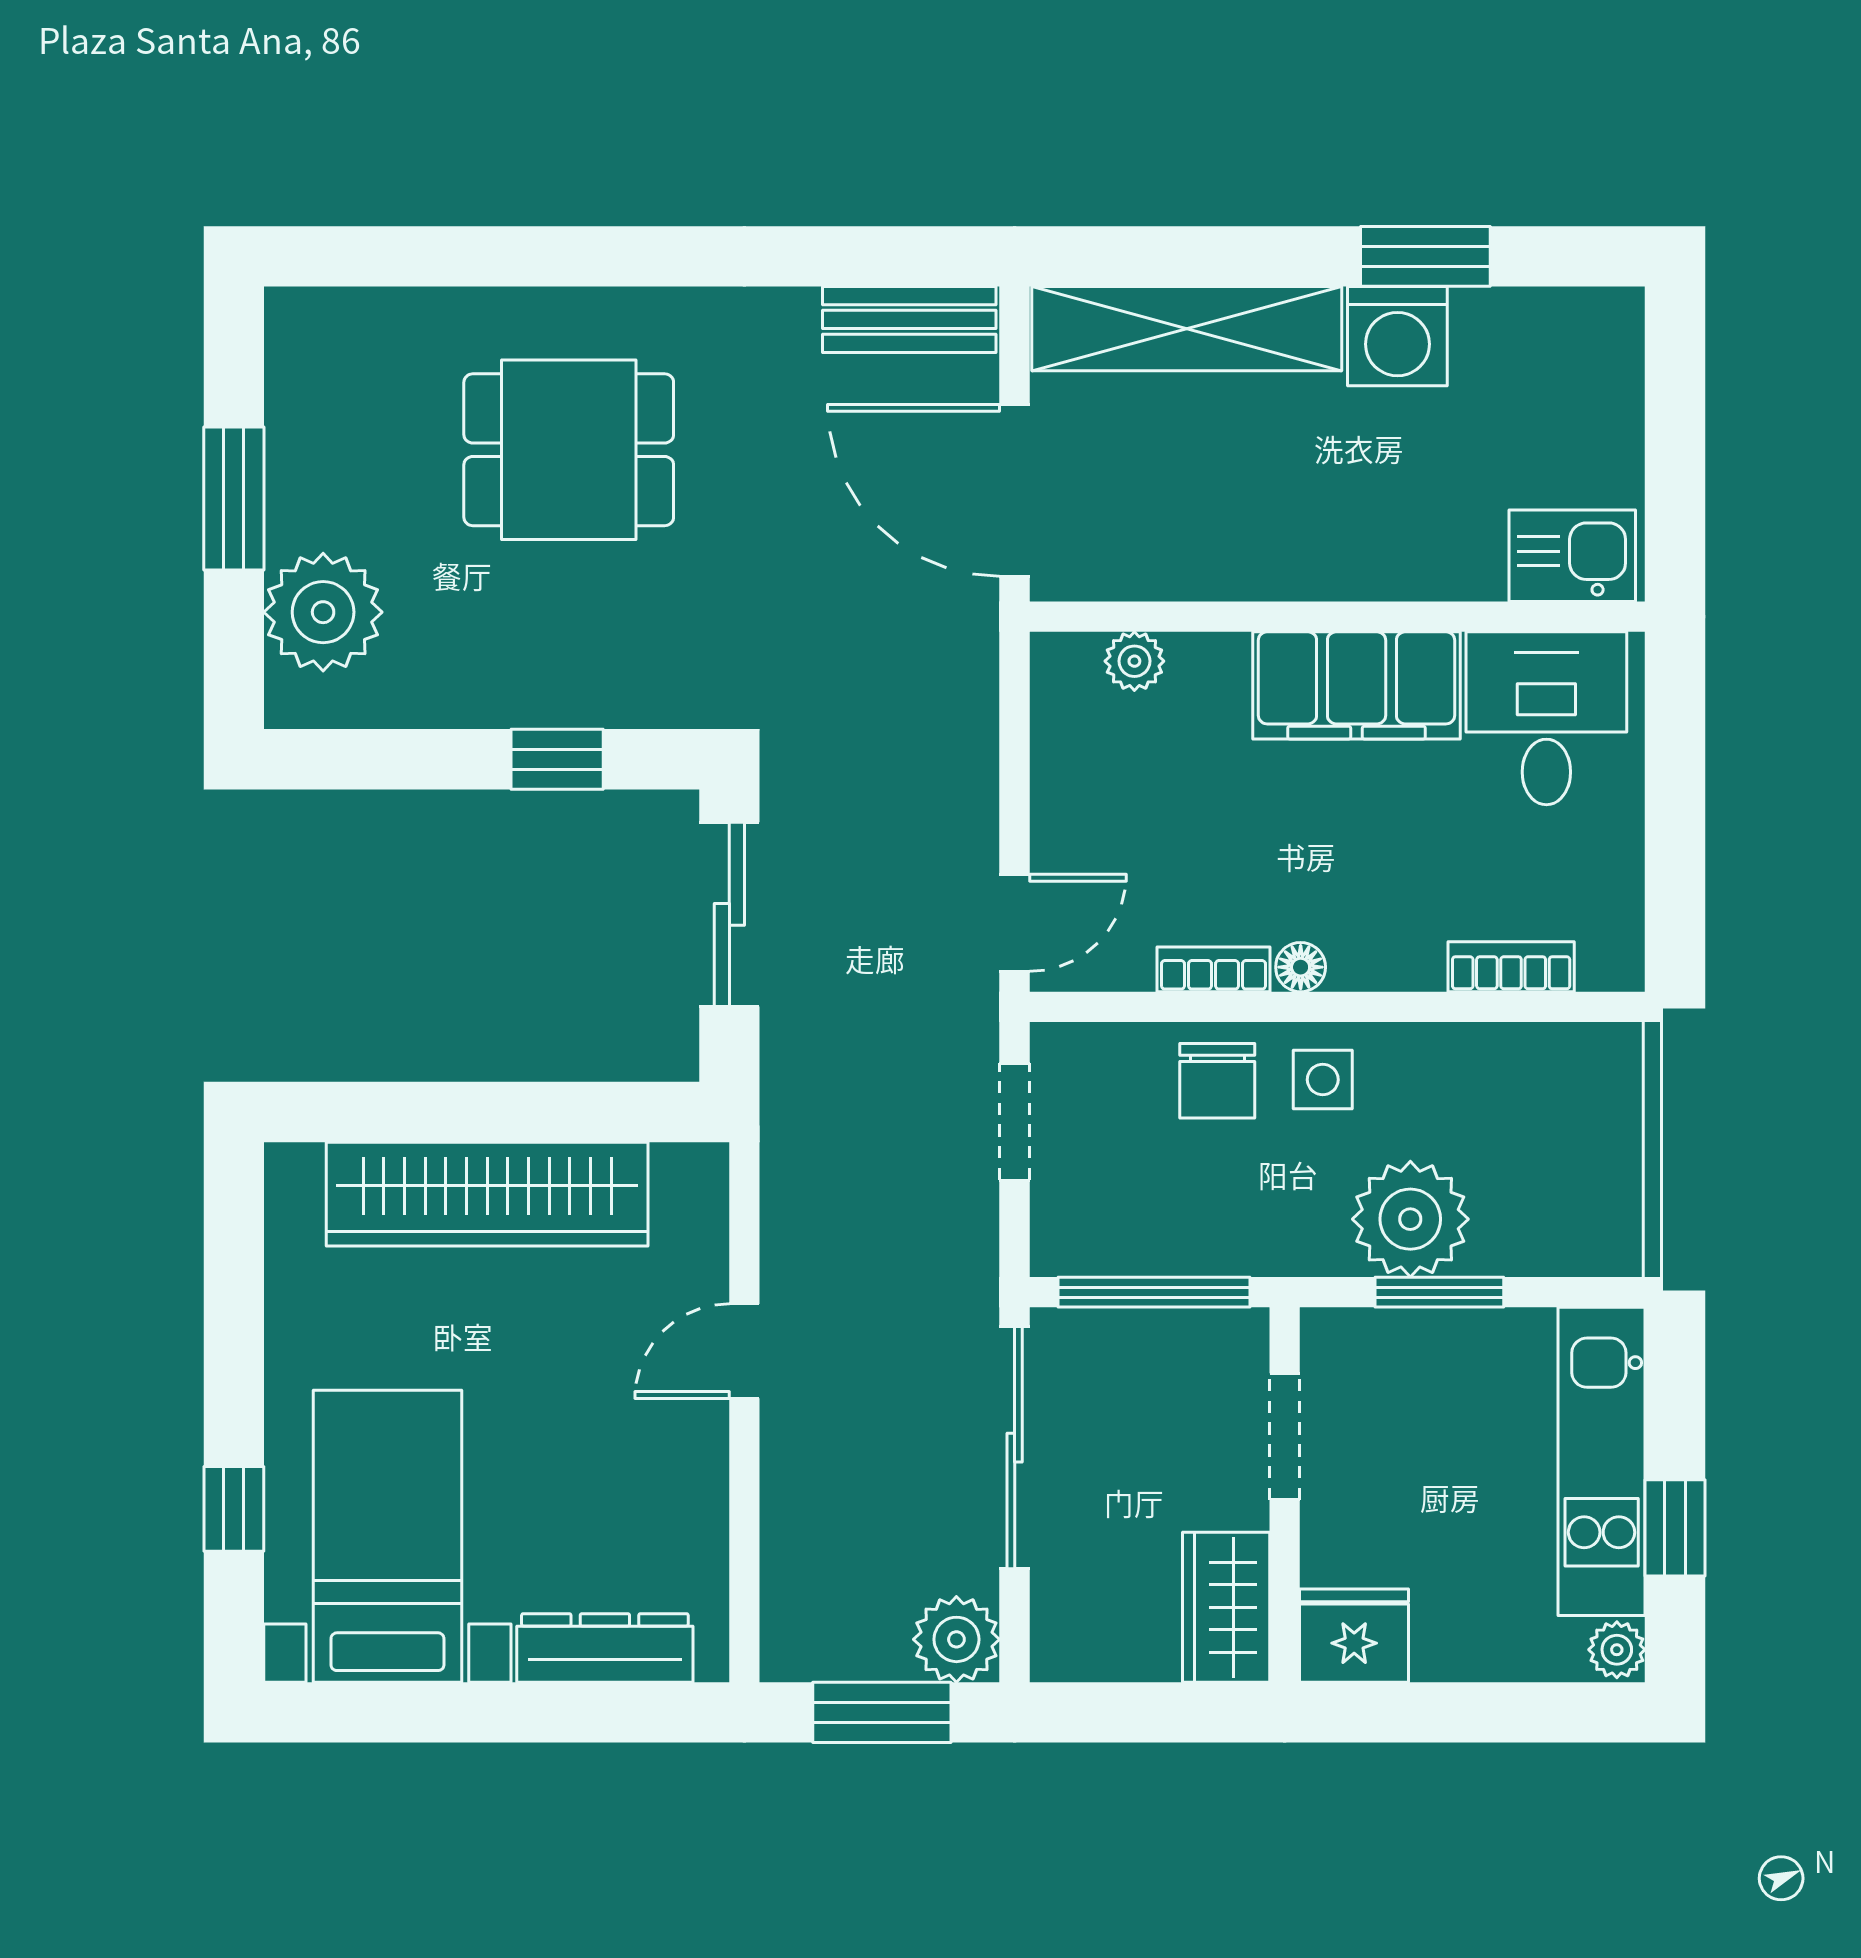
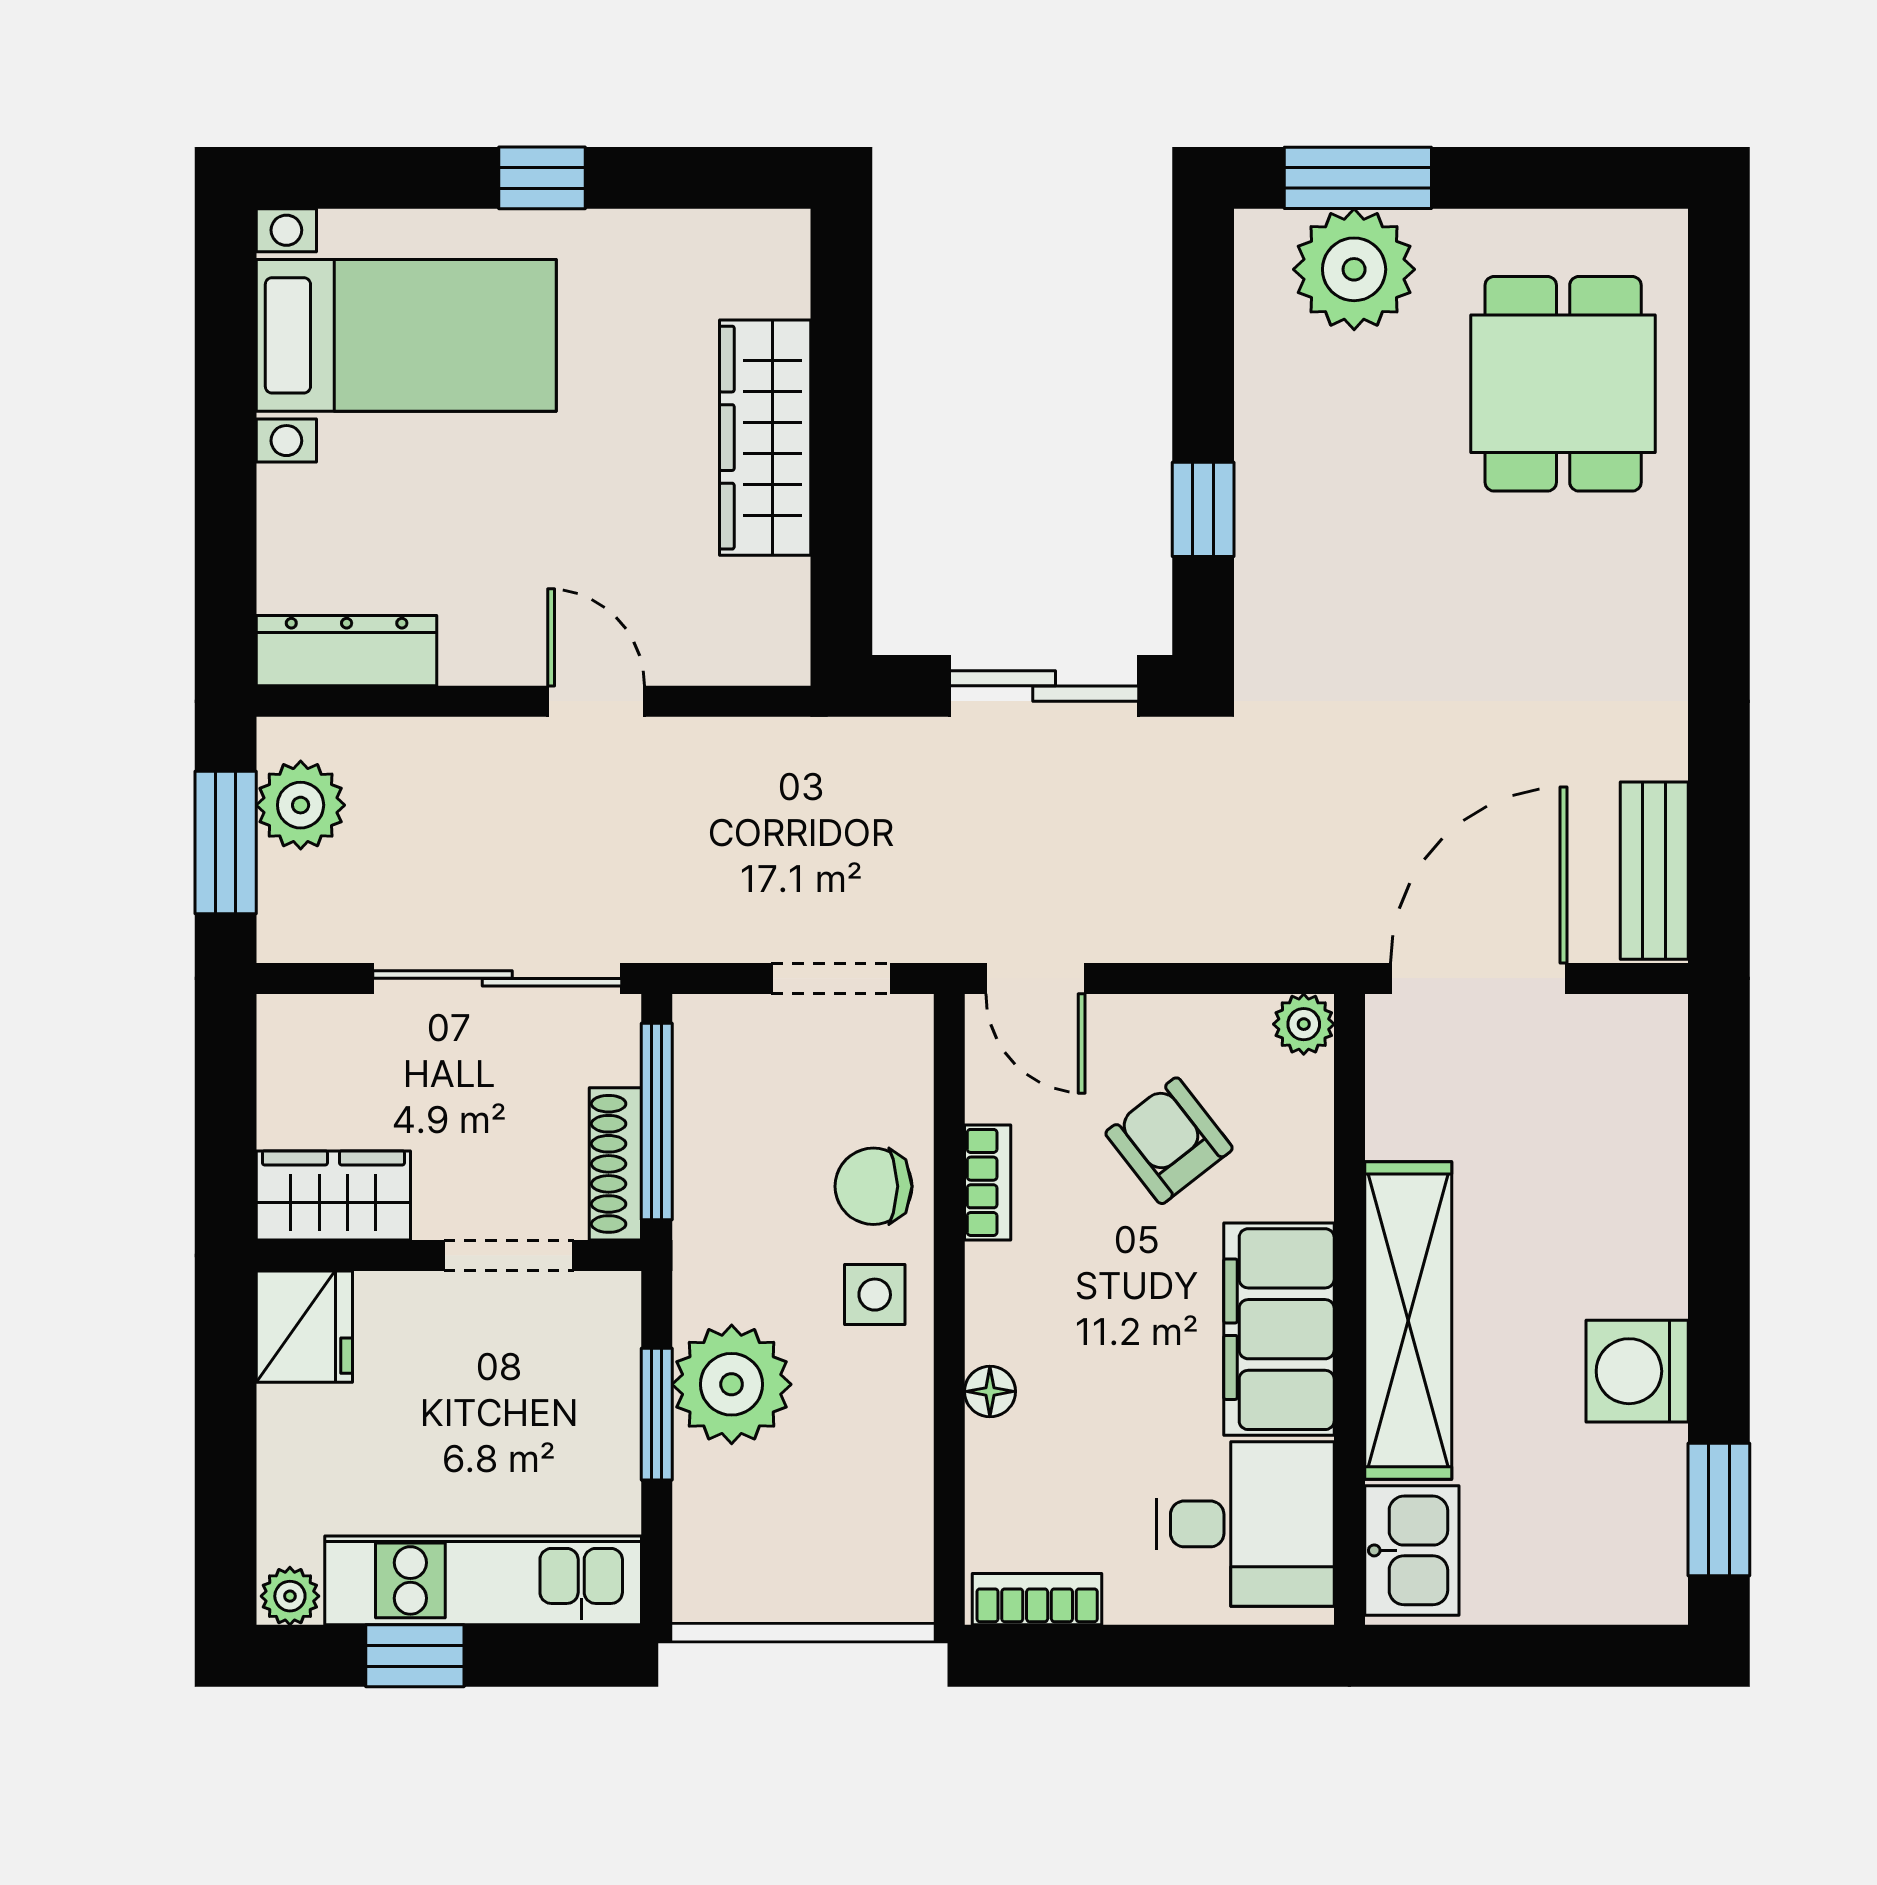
window: (1425, 256) -> (1719, 1509), moved
shelving: (1187, 329) -> (1408, 1320), moved
dining table: (569, 450) -> (1563, 384), moved
window: (234, 499) -> (1358, 178), moved
plant: (1134, 661) -> (1304, 1024), moved
armchair: (1173, 793) -> (1169, 1141), added
floor lamp: (1301, 967) -> (990, 1391), moved
bookcase: (1511, 967) -> (1037, 1599), moved, turned -90
wardrobe: (487, 1194) -> (765, 438), width x0.71, depth x0.85
shoe rack: (1195, 1332) -> (615, 1164), added
window: (234, 1509) -> (542, 178), moved
plant: (956, 1639) -> (301, 805), moved
dresser: (605, 1648) -> (347, 651), moved, turned -90

